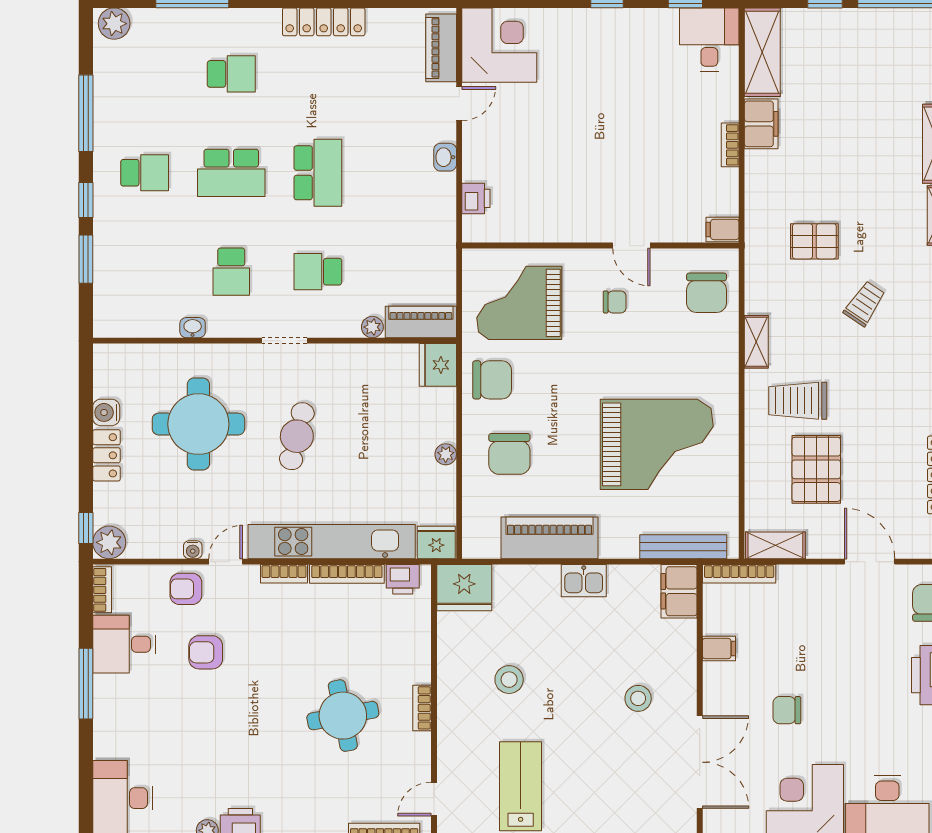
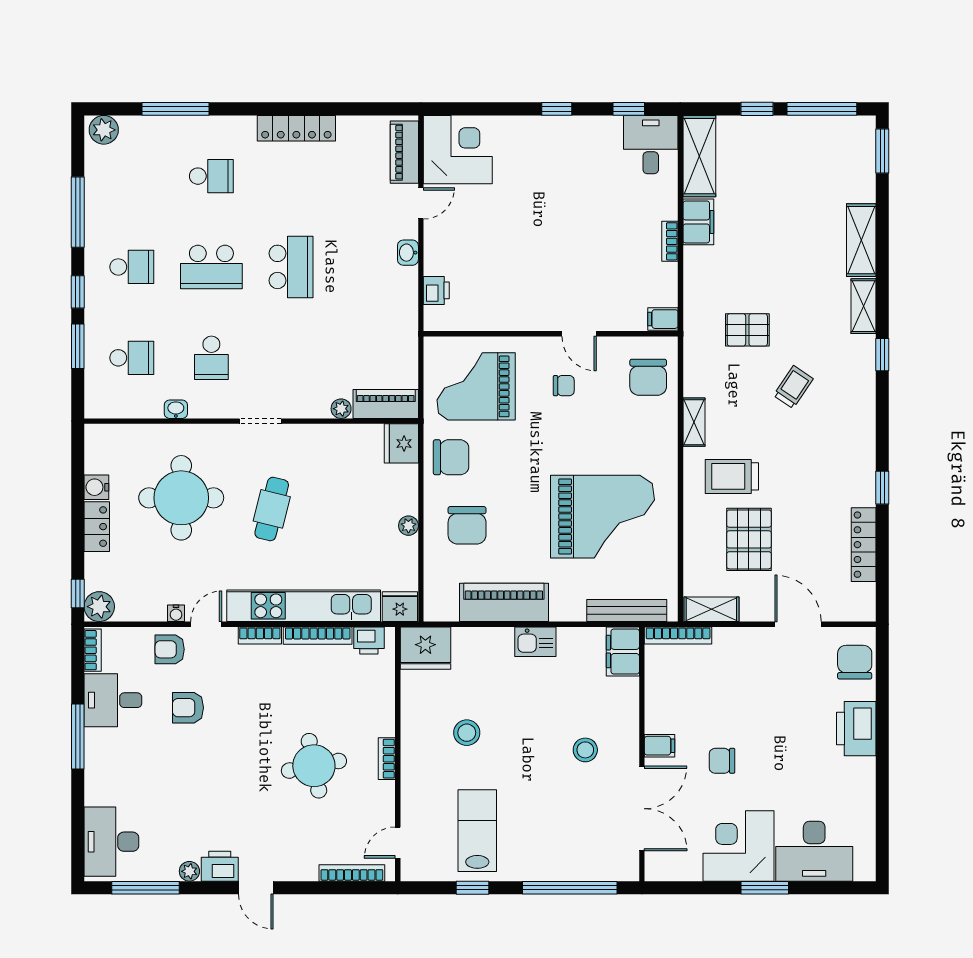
school desk: (318, 272) -> (132, 358), moved, turned 180
filing cabinet: (719, 649) -> (660, 746), moved

